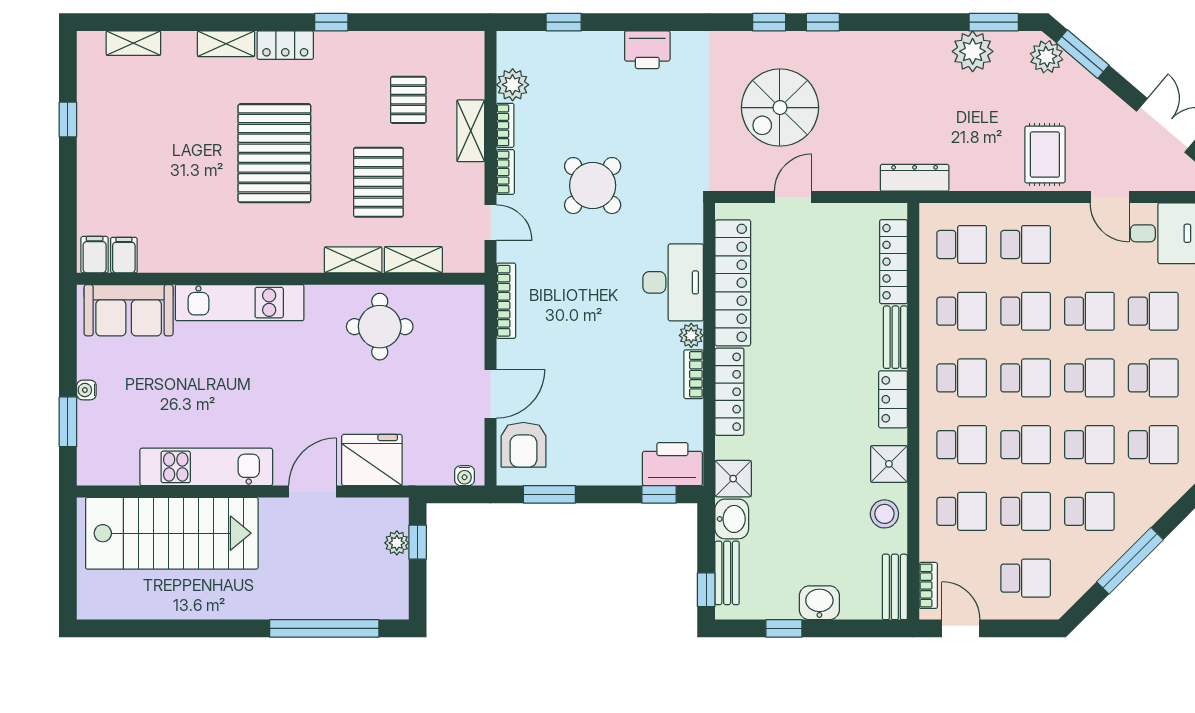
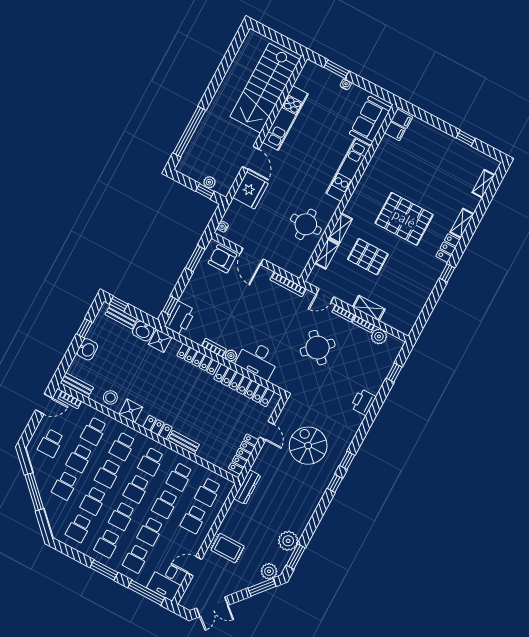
pallet: (408, 100) -> (396, 288), removed
locker: (893, 262) -> (243, 454), moved, turned -90

